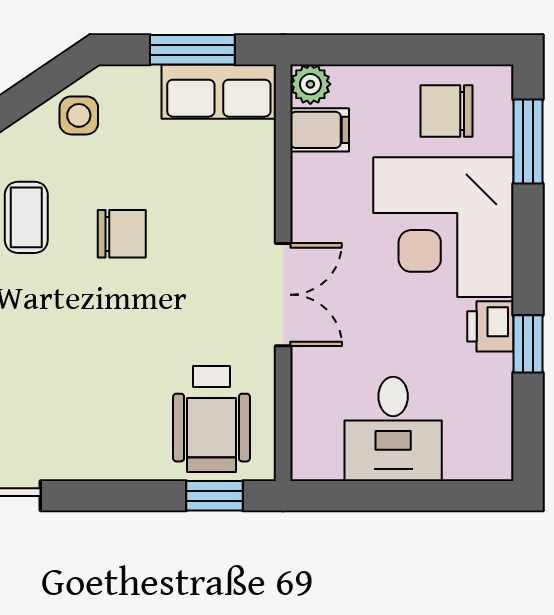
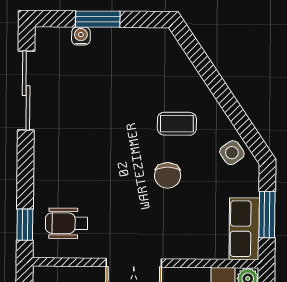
side table: (79, 115) -> (232, 153), turned -35
wheelchair: (211, 419) -> (67, 223), width x0.73, depth x0.73

